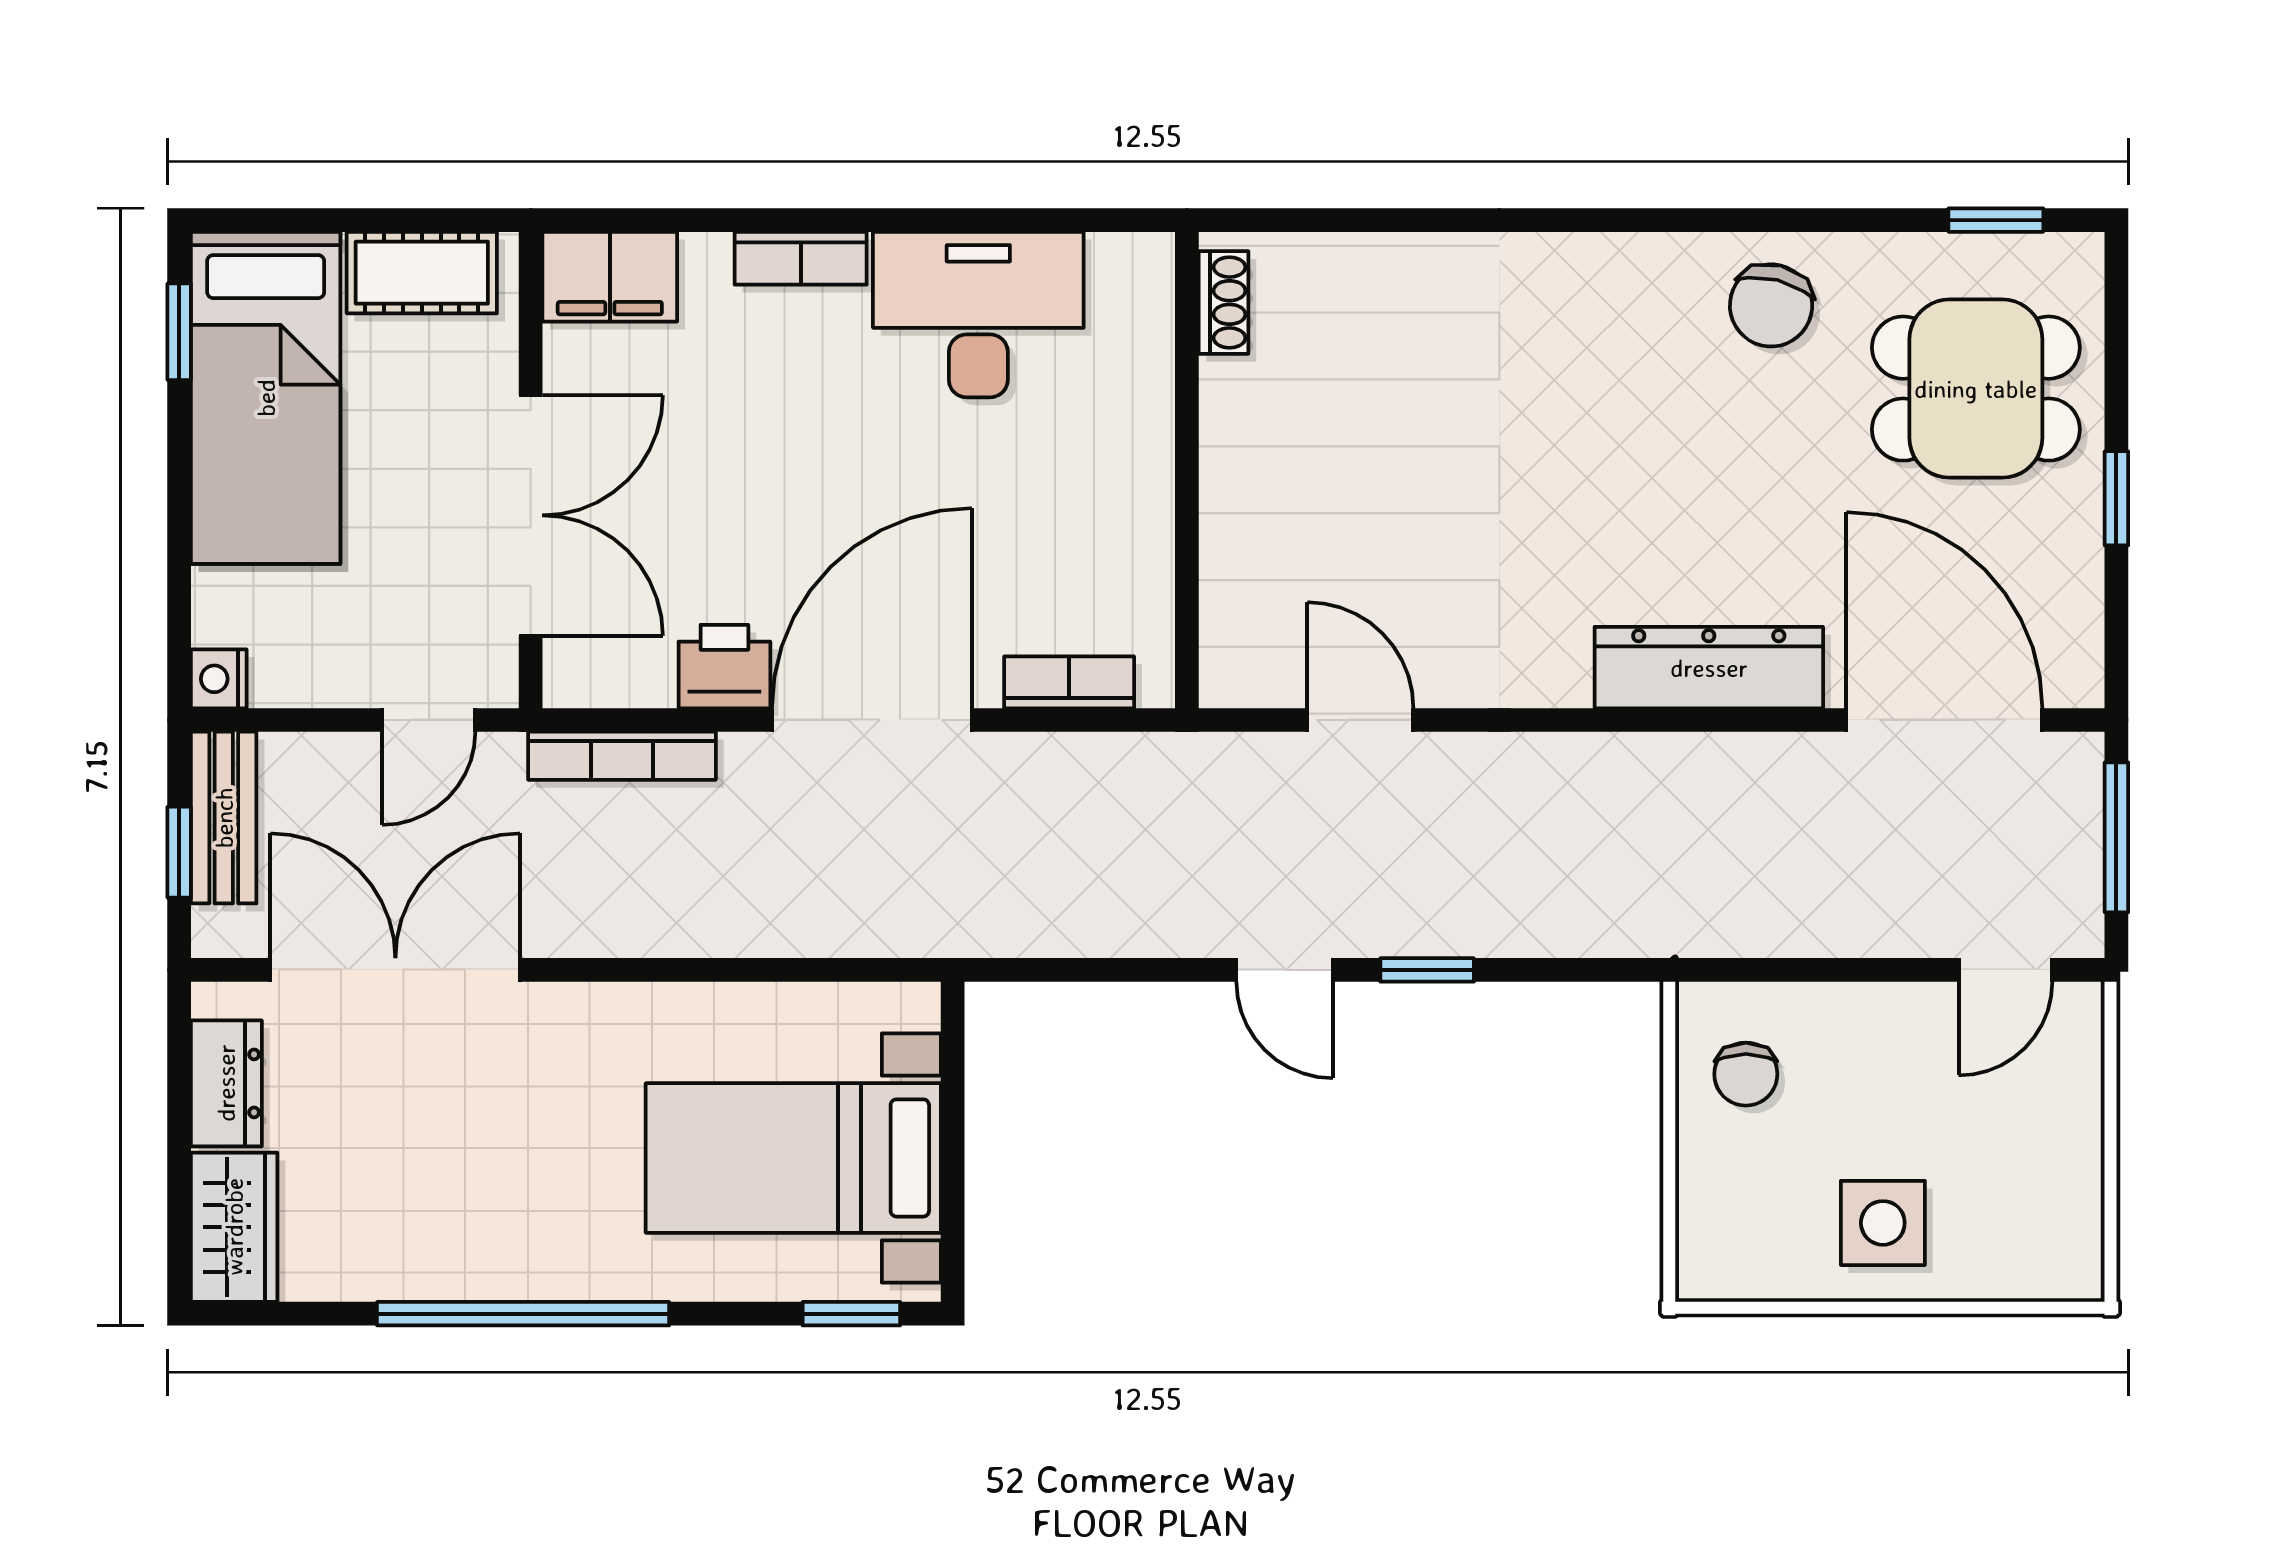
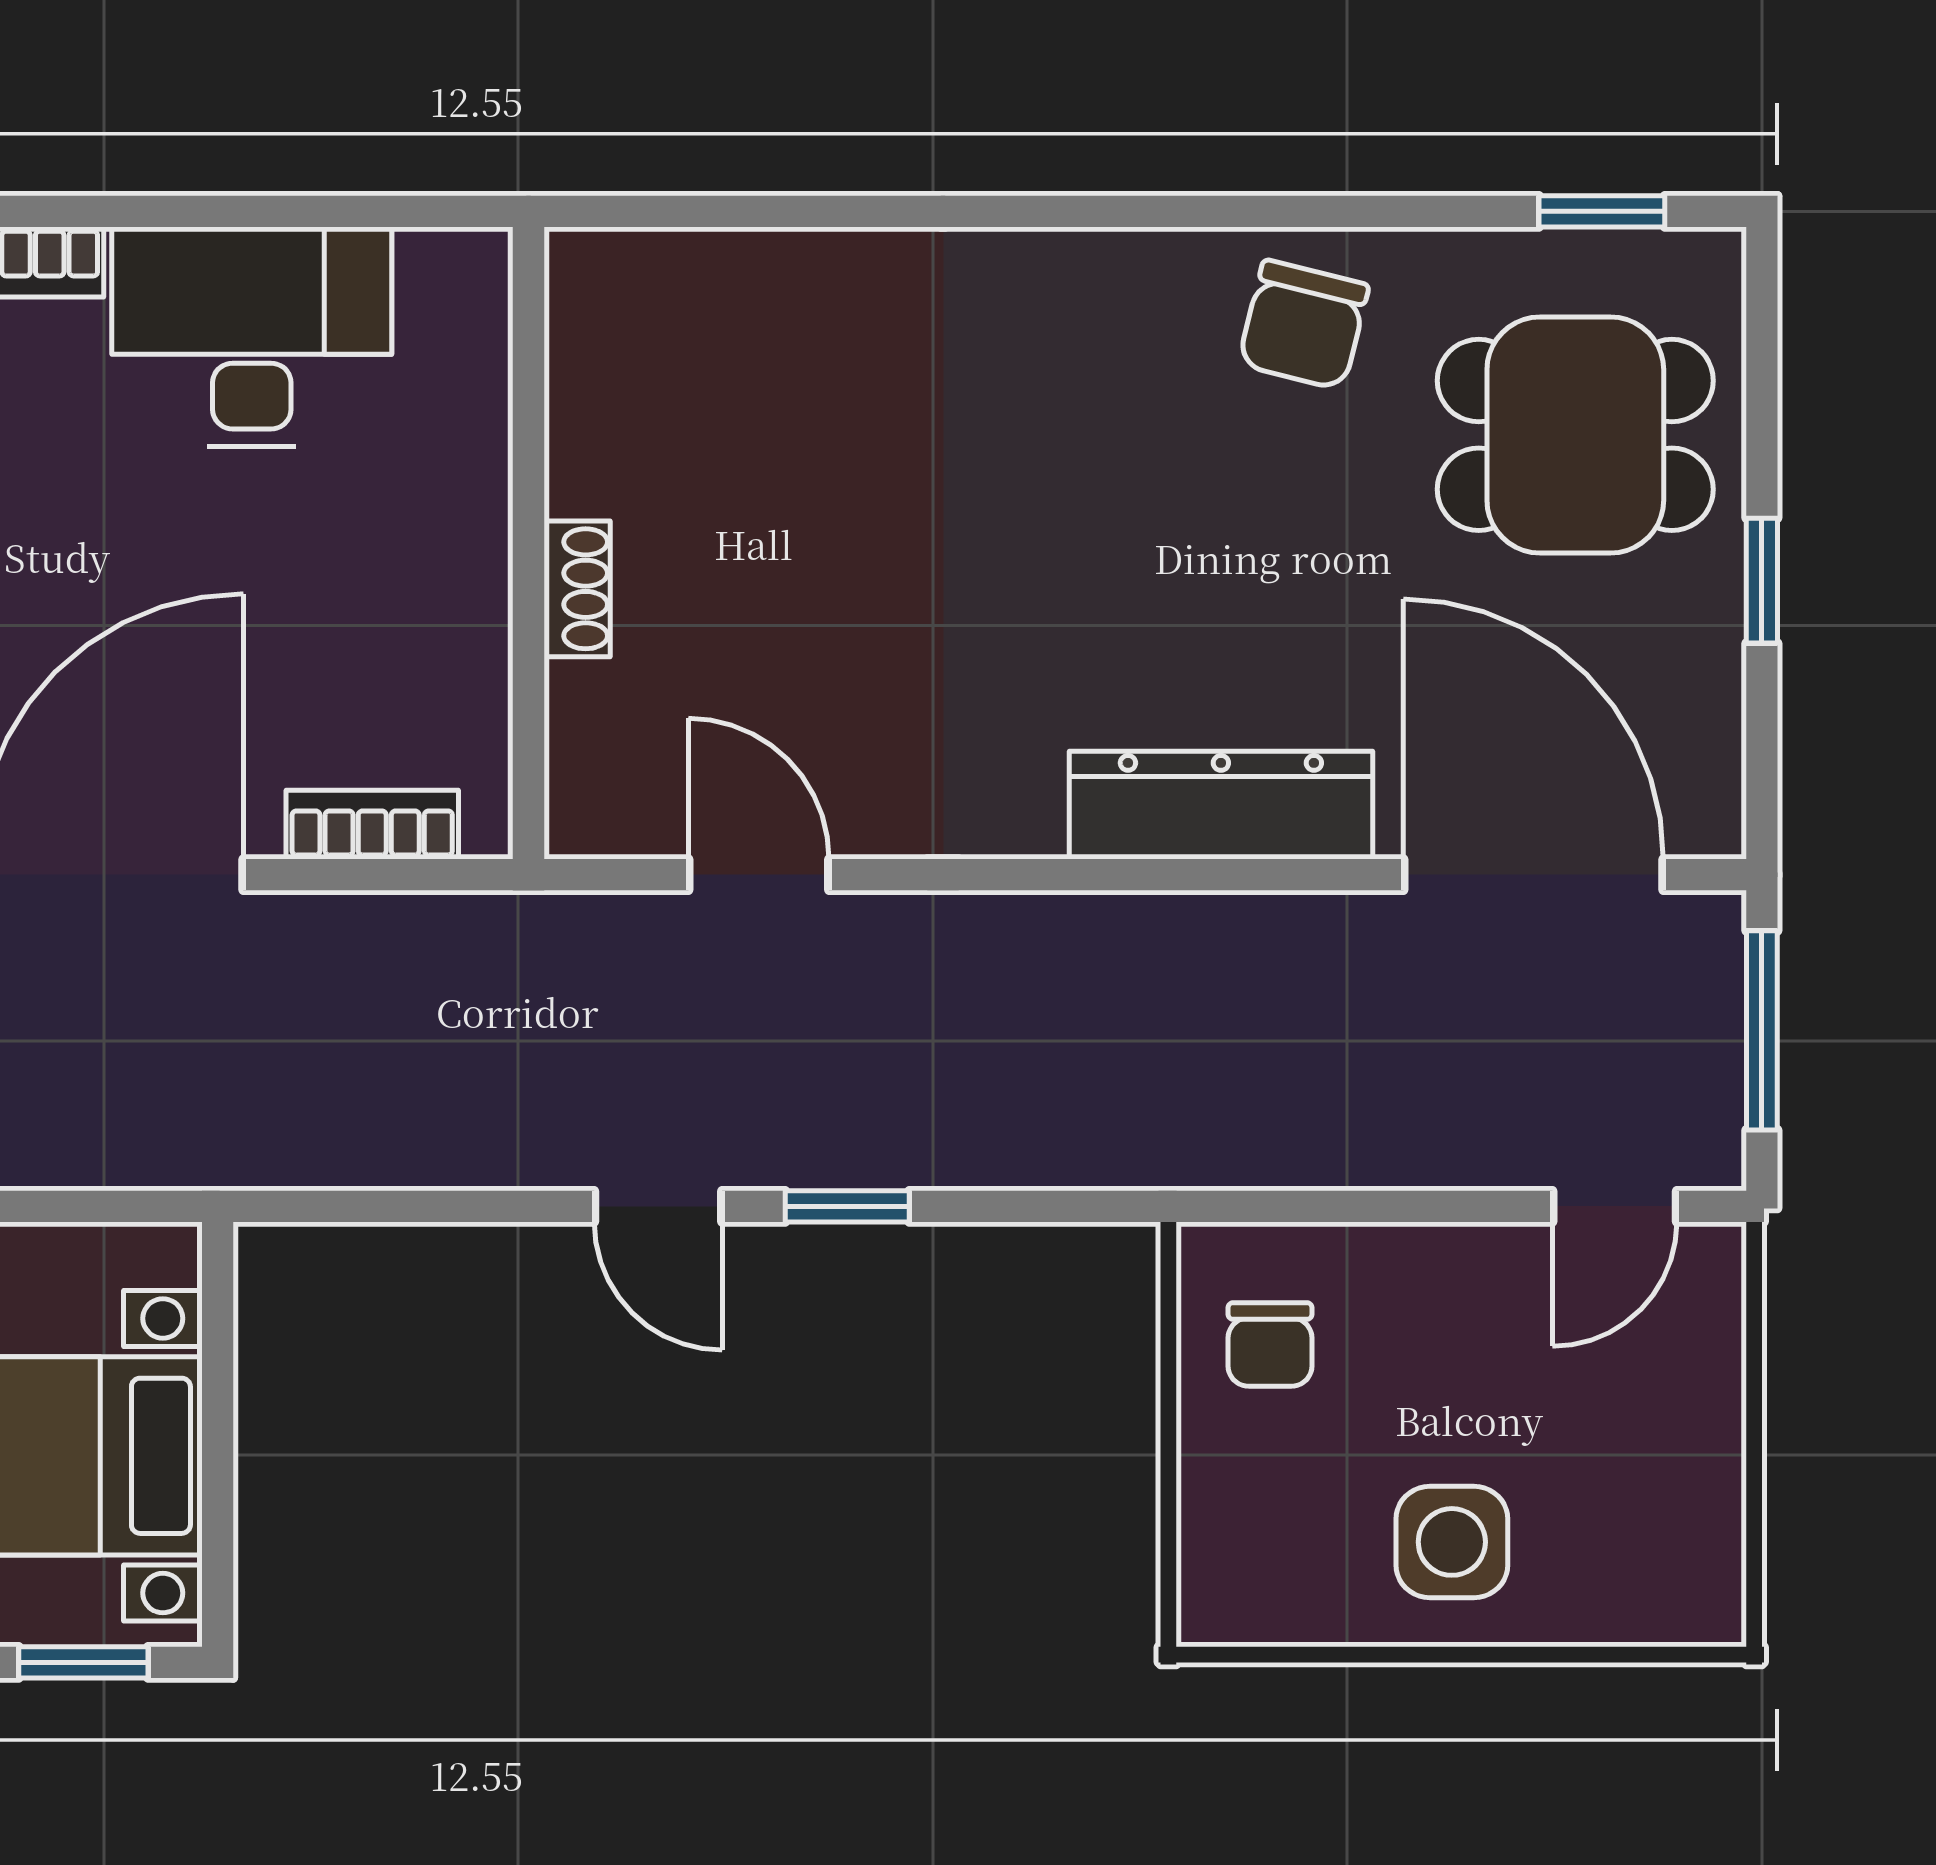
shoe rack: (1224, 303) -> (577, 589), moved

